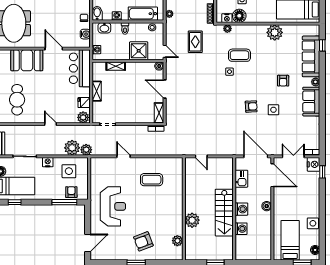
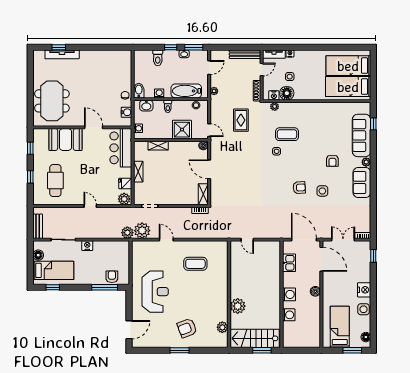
plant: (275, 32) -> (324, 111), removed
plant: (72, 148) -> (142, 231), moved
nightstand: (314, 164) -> (364, 290), moved
side table: (69, 171) -> (109, 255), removed
stairs: (224, 213) -> (255, 338), moved, turned 90

